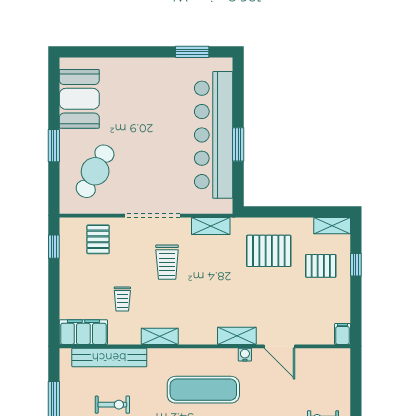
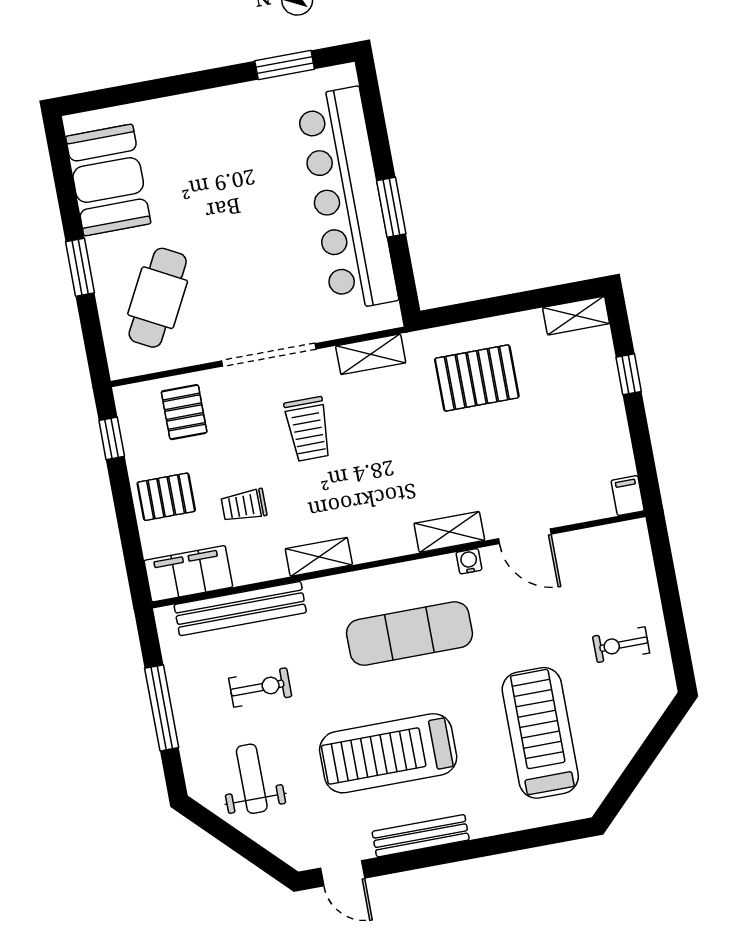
pallet: (321, 266) -> (166, 497), moved
trolley: (122, 299) -> (244, 505), turned 90

